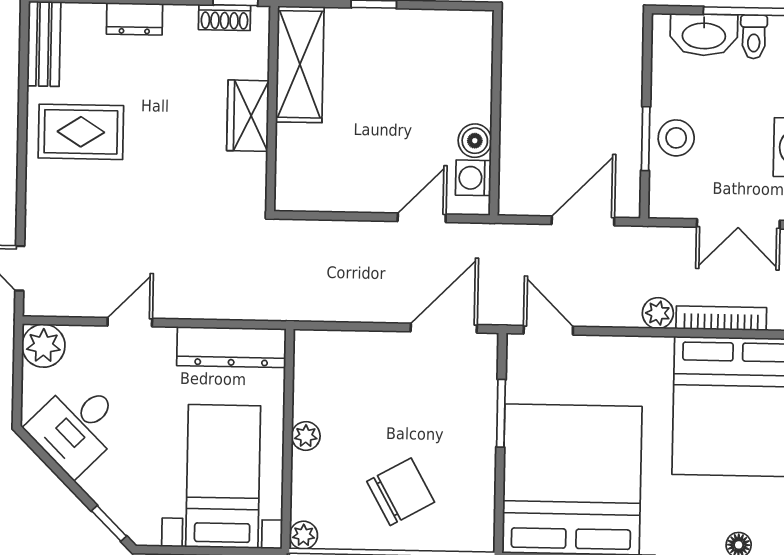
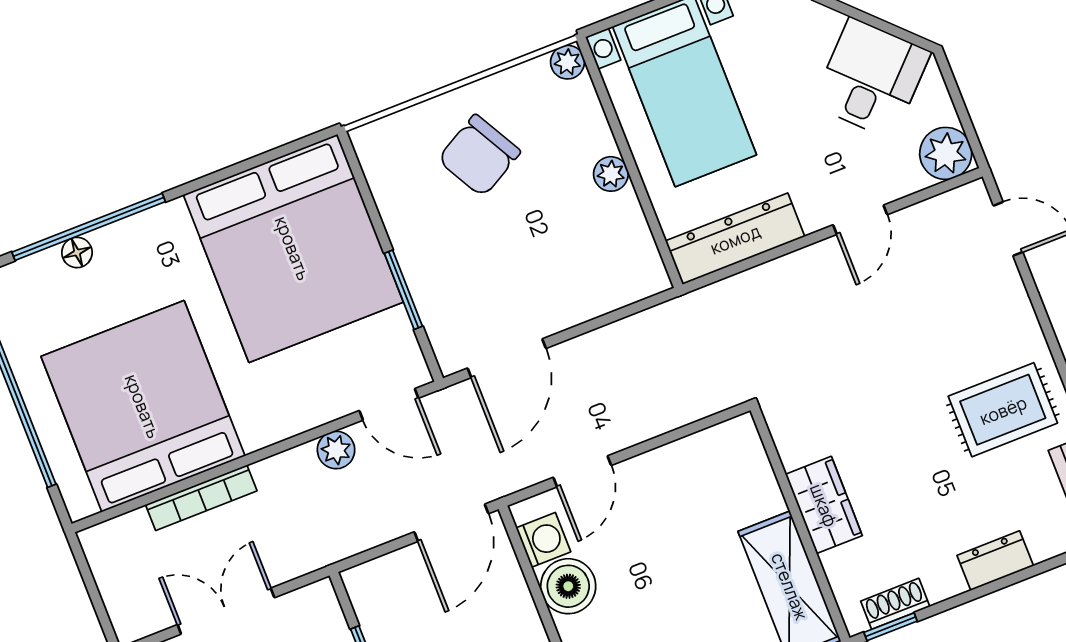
boiler: (475, 141) -> (568, 586), width x1.36, depth x1.36
door: (583, 221) -> (451, 523), moved
plant: (658, 313) -> (336, 450), moved

